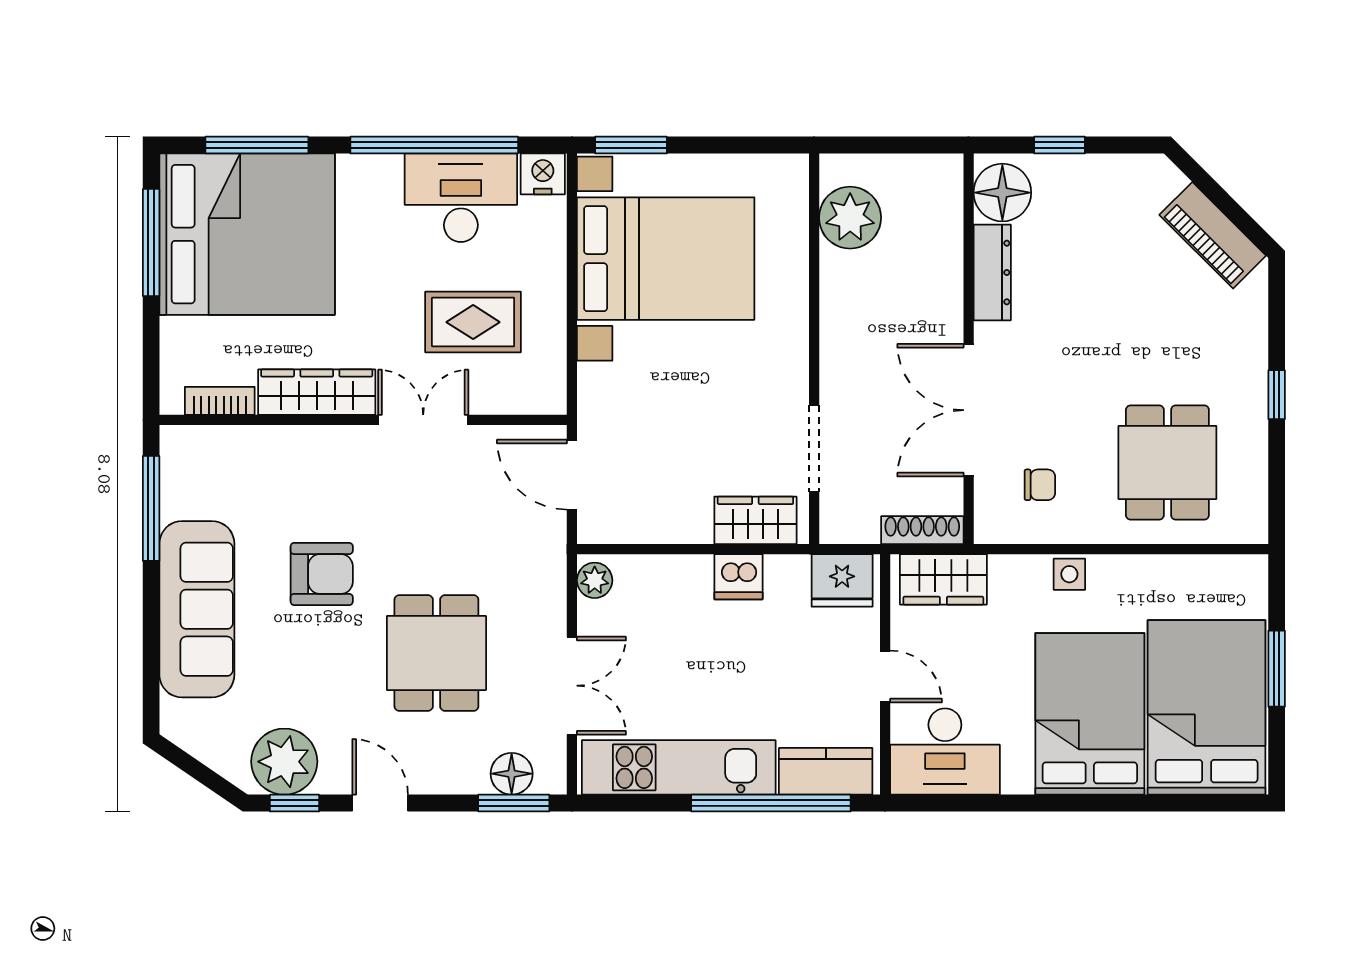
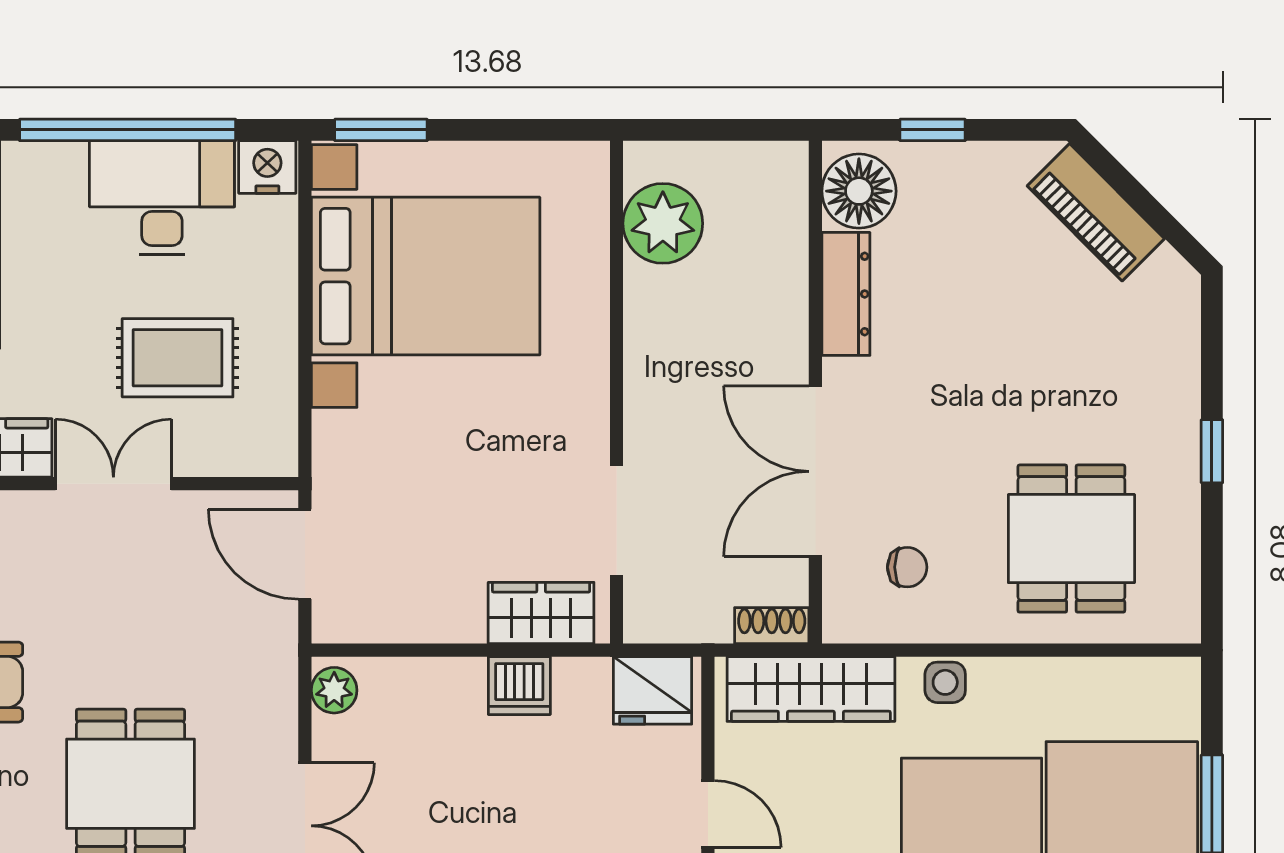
piano: (1213, 235) -> (1096, 212), moved
shoe rack: (922, 530) -> (772, 626), width x0.70
wardrobe: (943, 579) -> (811, 689), width x1.50

